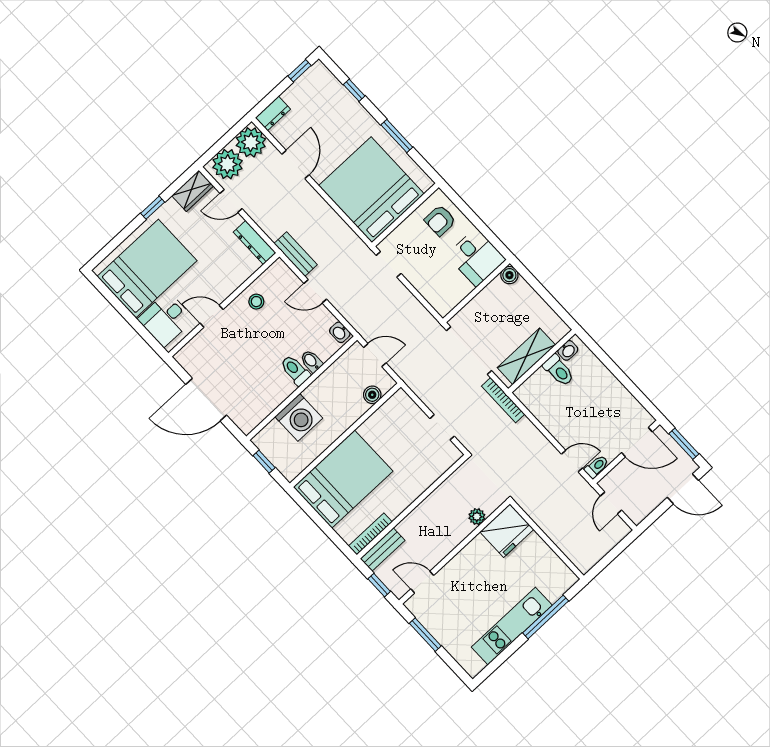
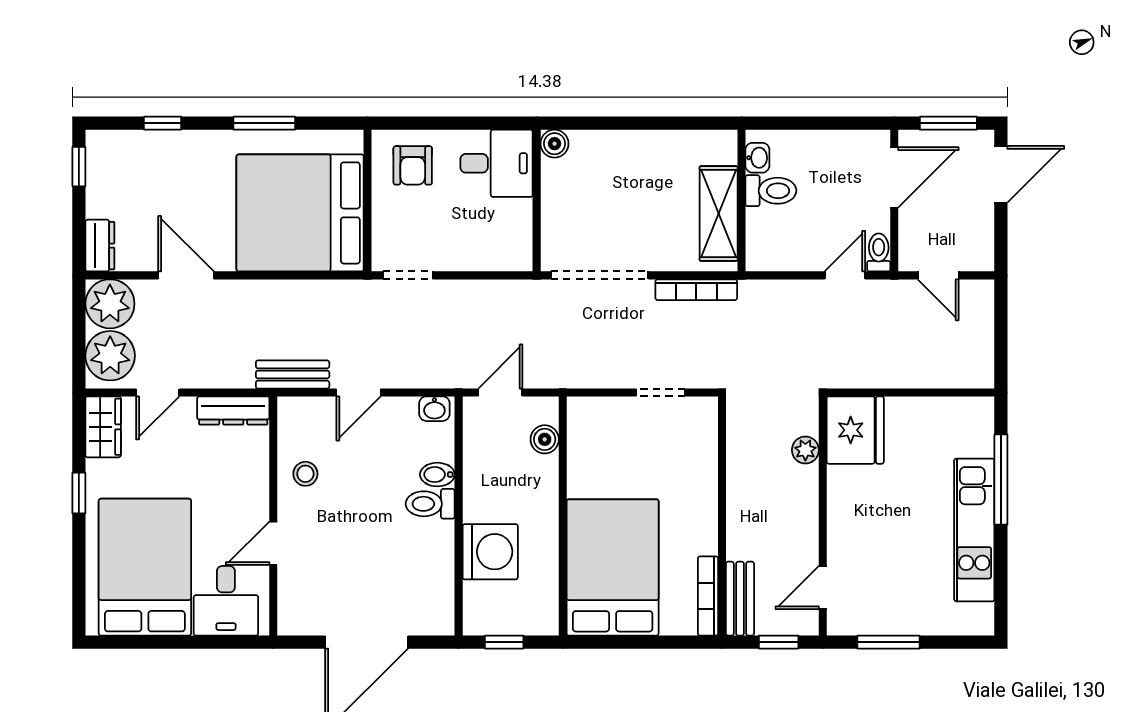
washbasin: (568, 350) -> (757, 158), moved
shelving: (526, 356) -> (719, 214), moved
wall: (542, 361) -> (741, 201), moved
toilet: (559, 370) -> (771, 191), moved

